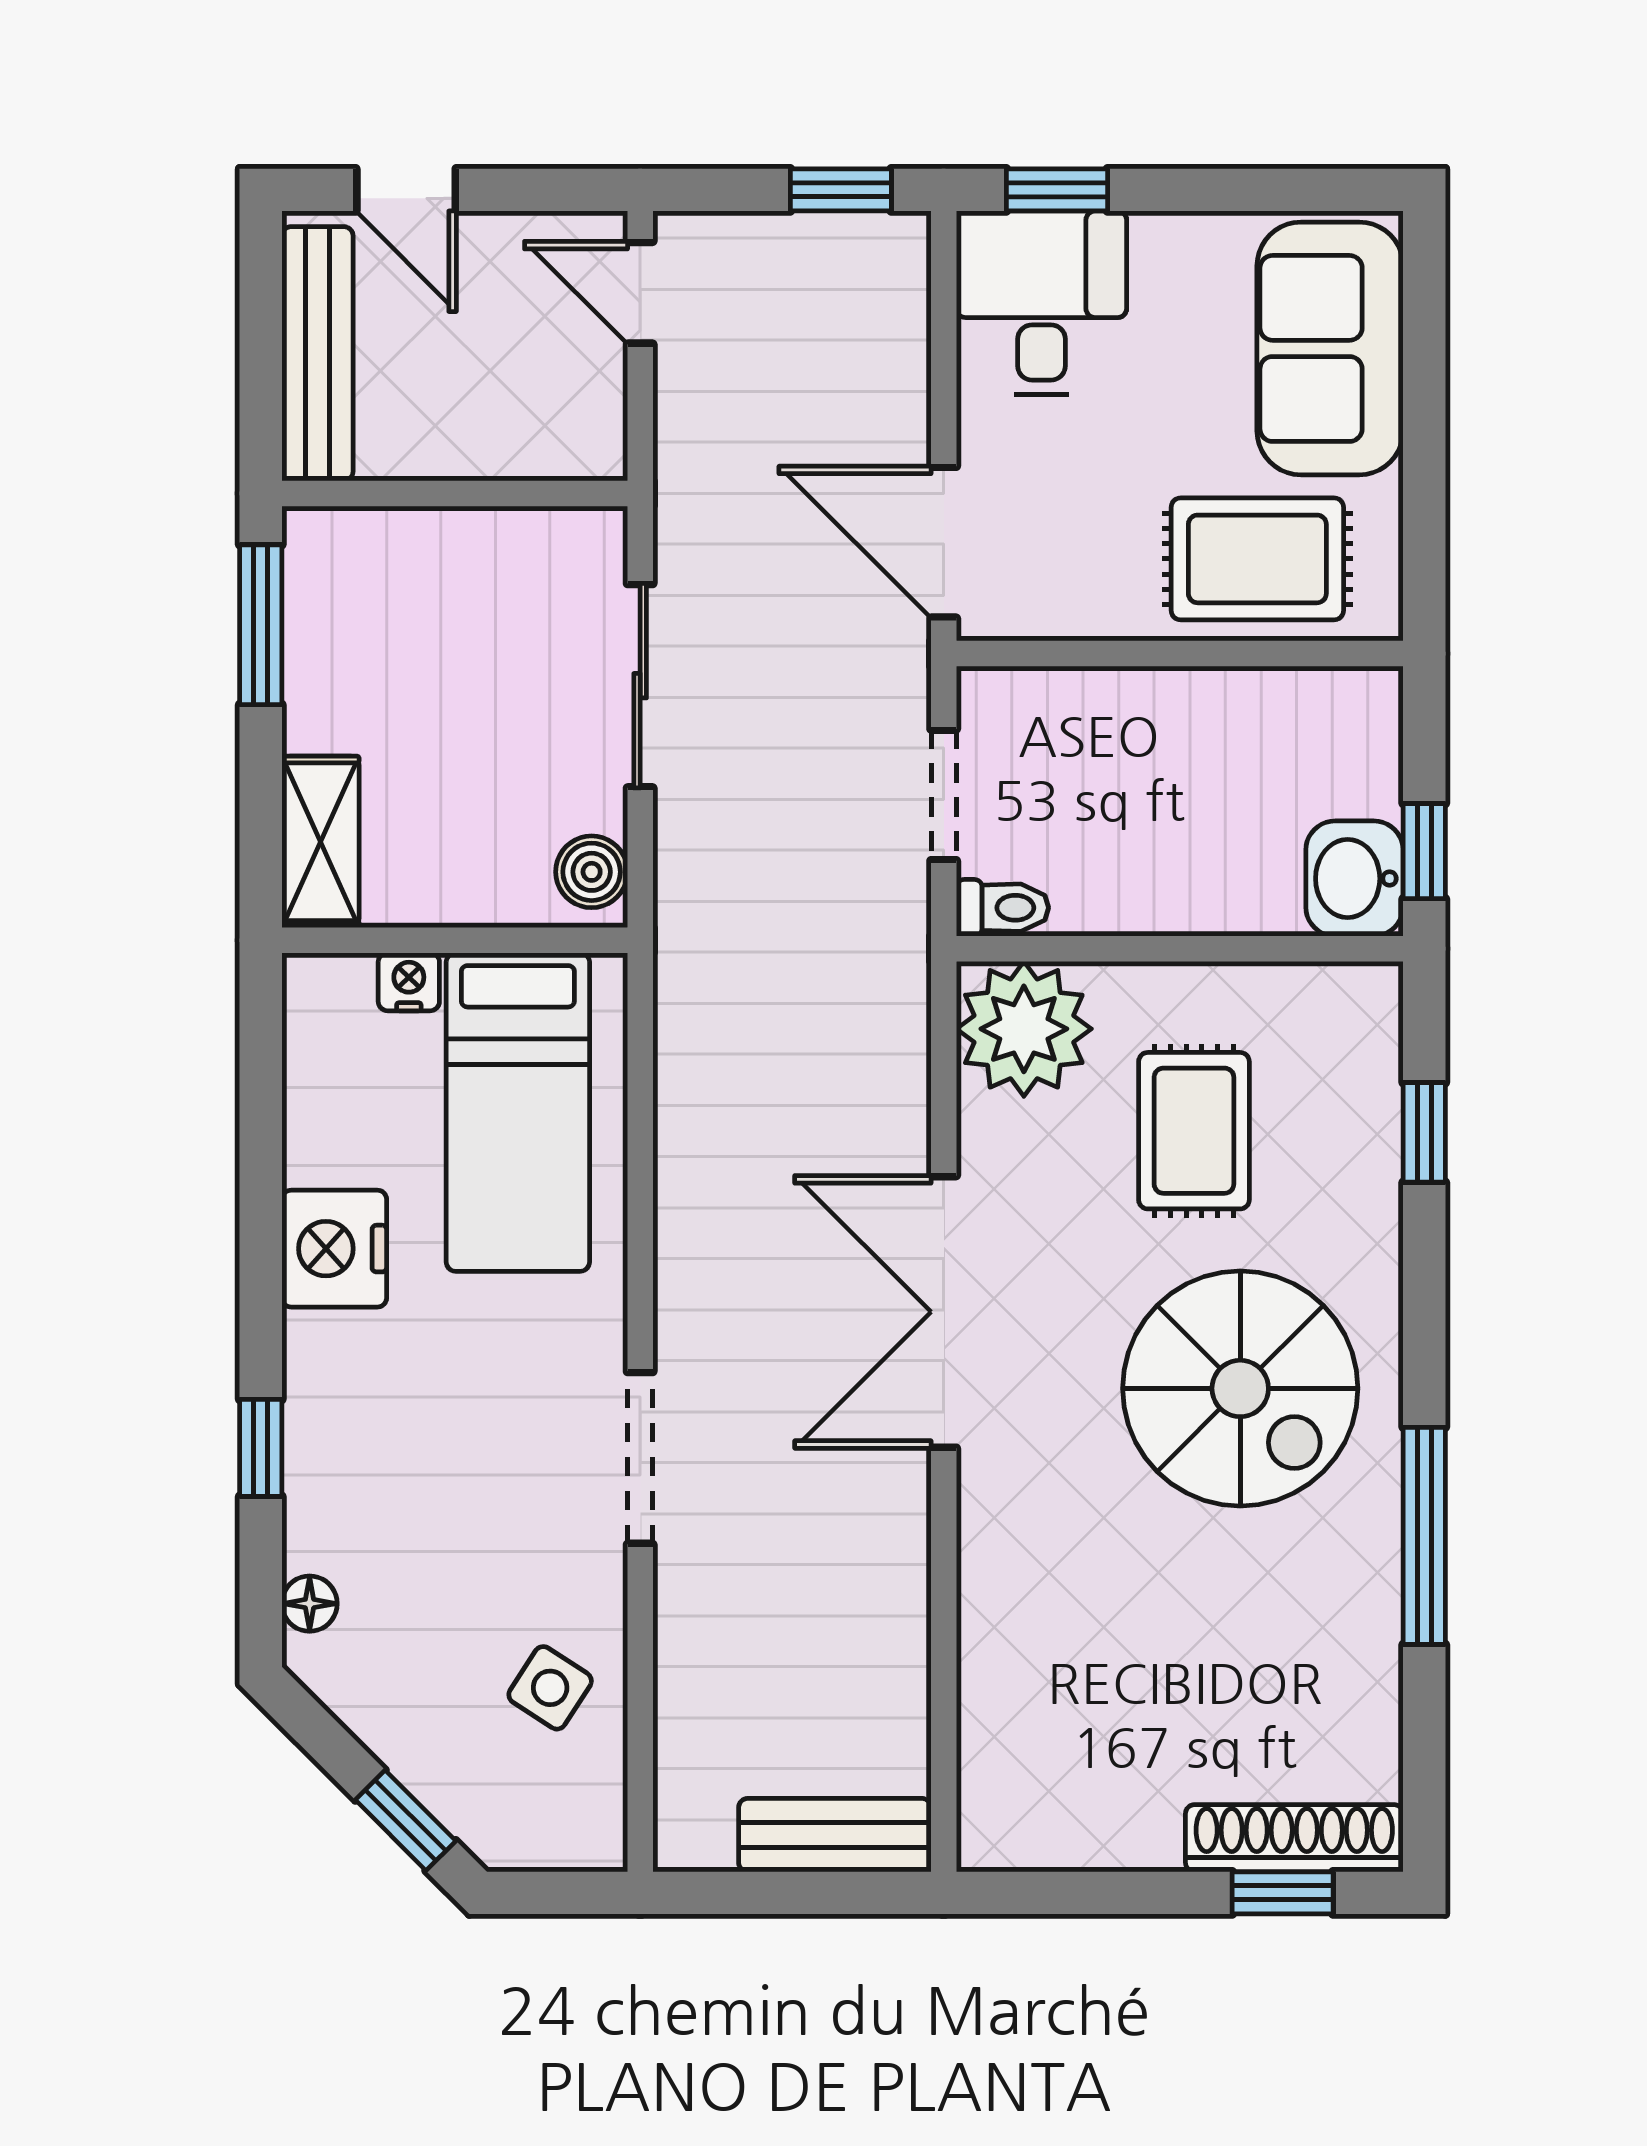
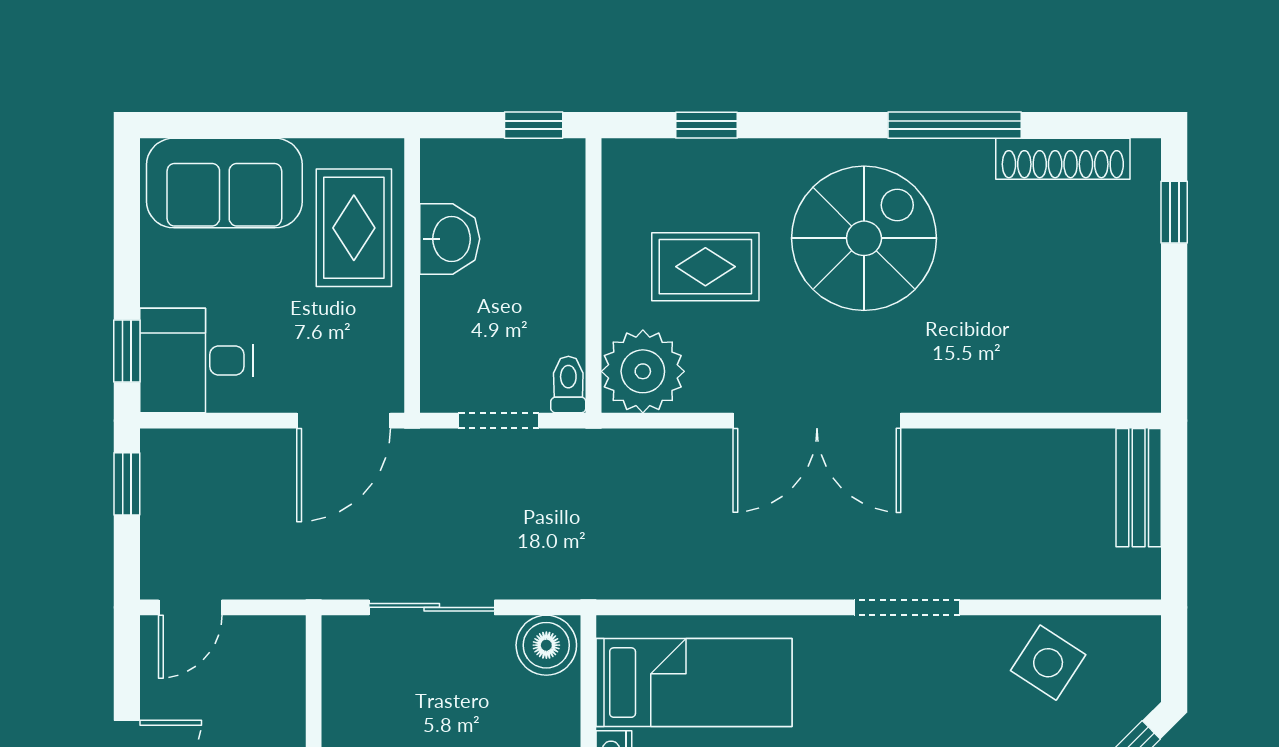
boiler: (592, 872) -> (546, 645), width x1.36, depth x1.36
washbasin: (1354, 879) -> (450, 239), moved, turned -90
side table: (550, 1688) -> (1048, 663), width x1.37, depth x1.37
shoe rack: (1294, 1838) -> (1063, 159), moved, turned -90

